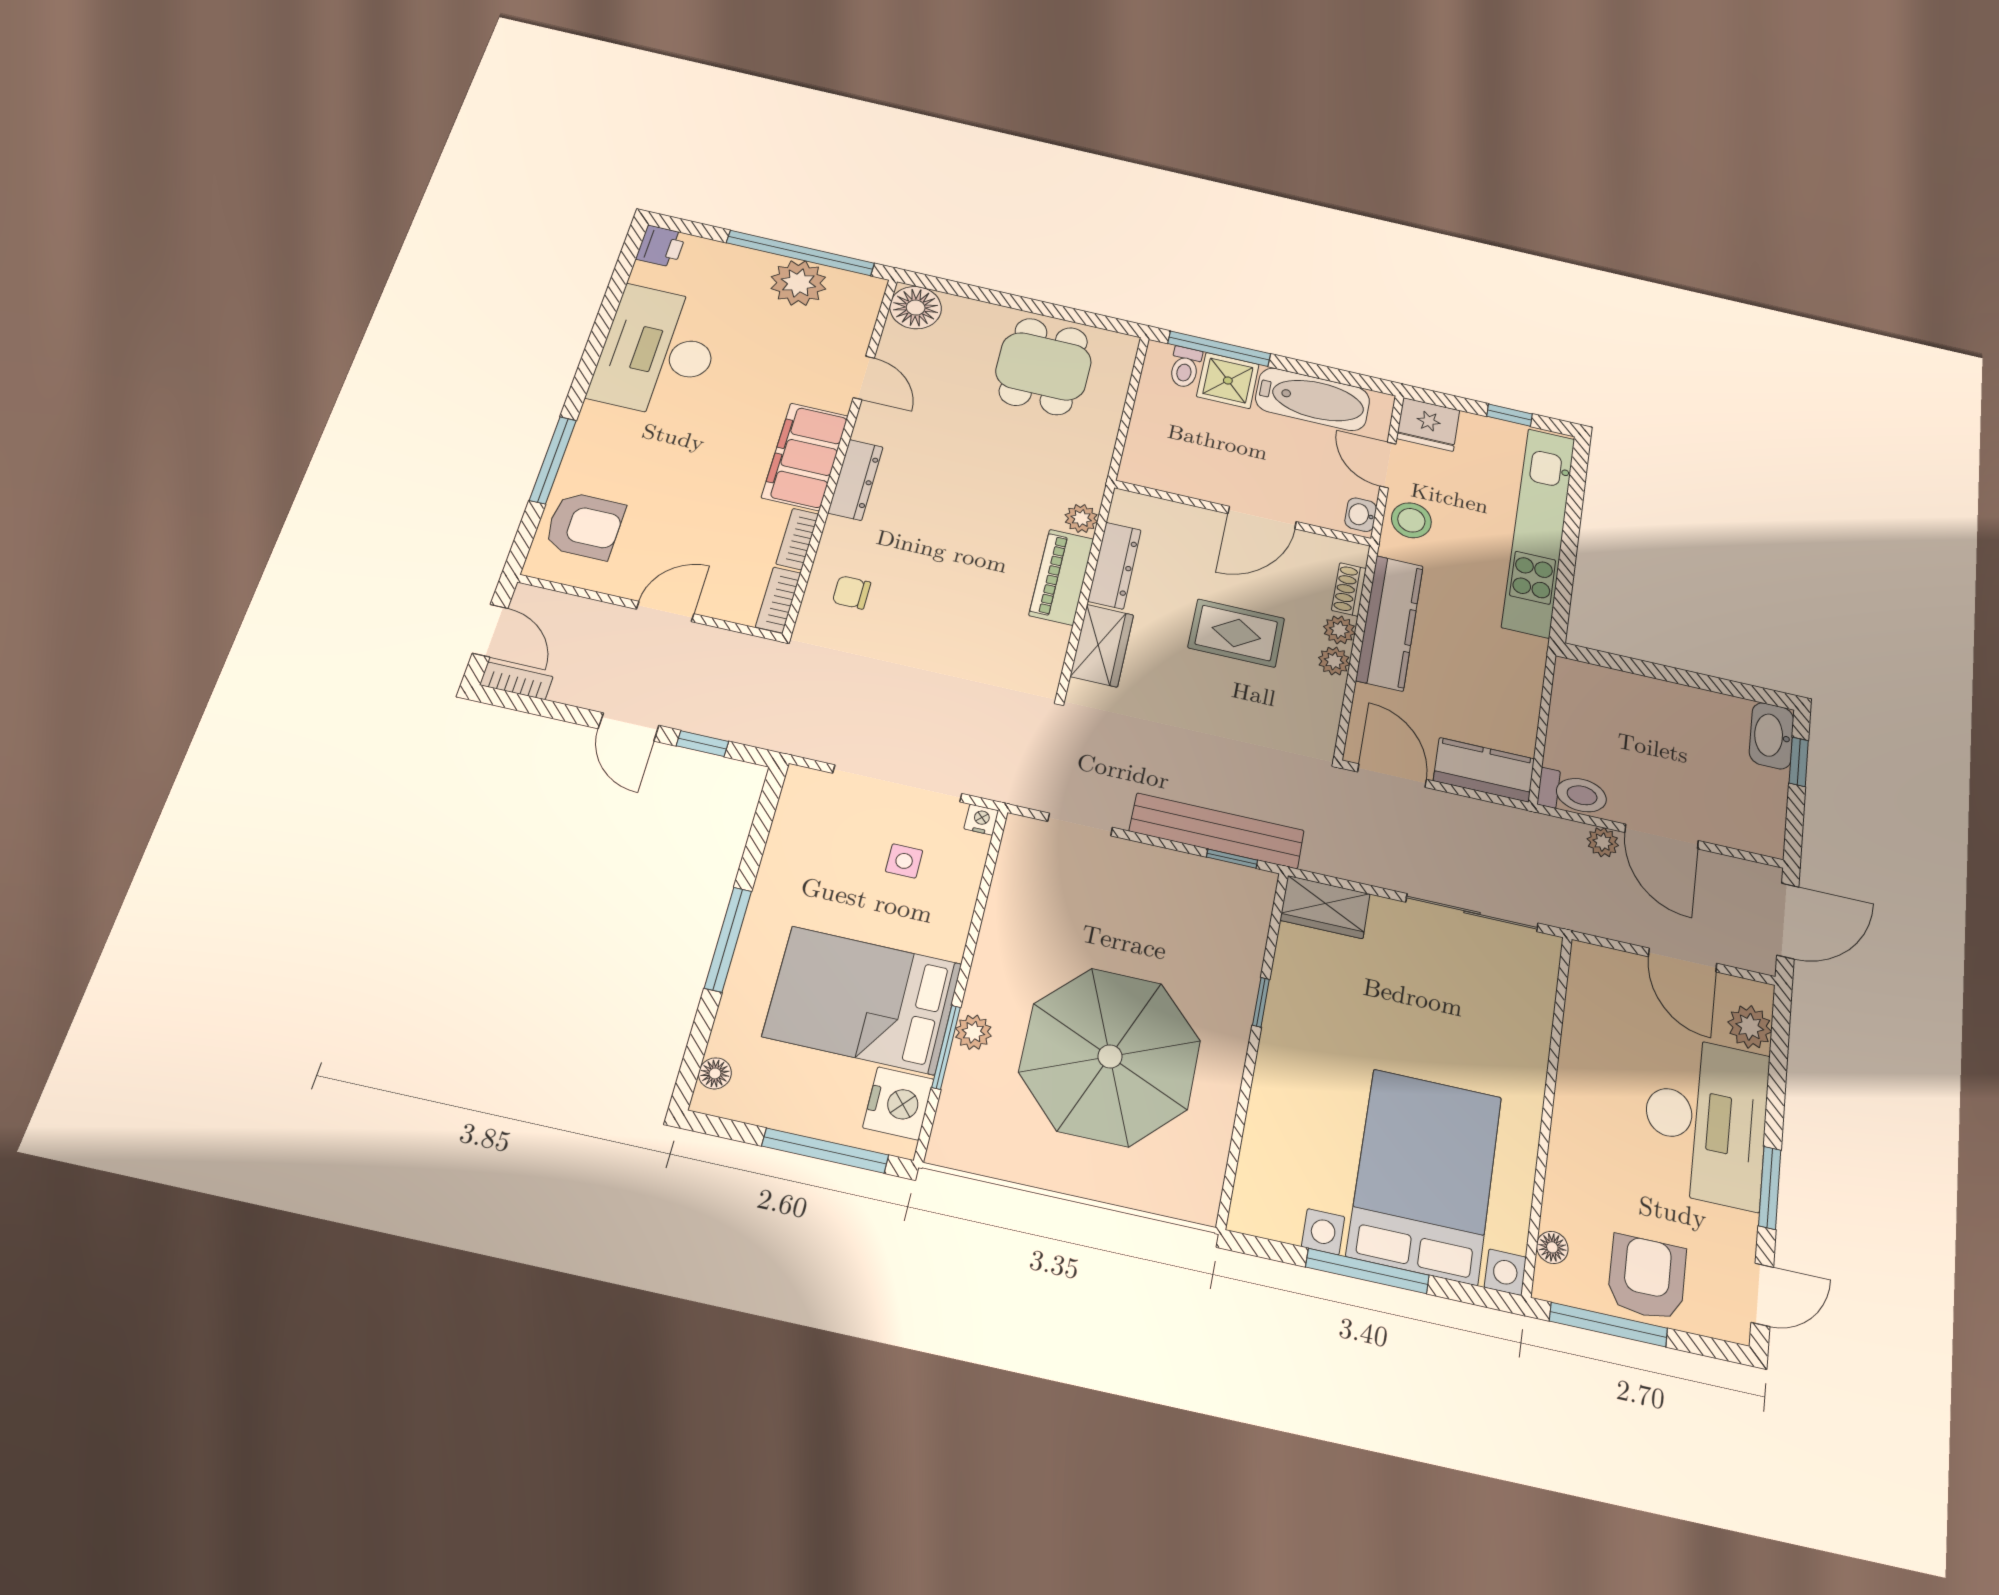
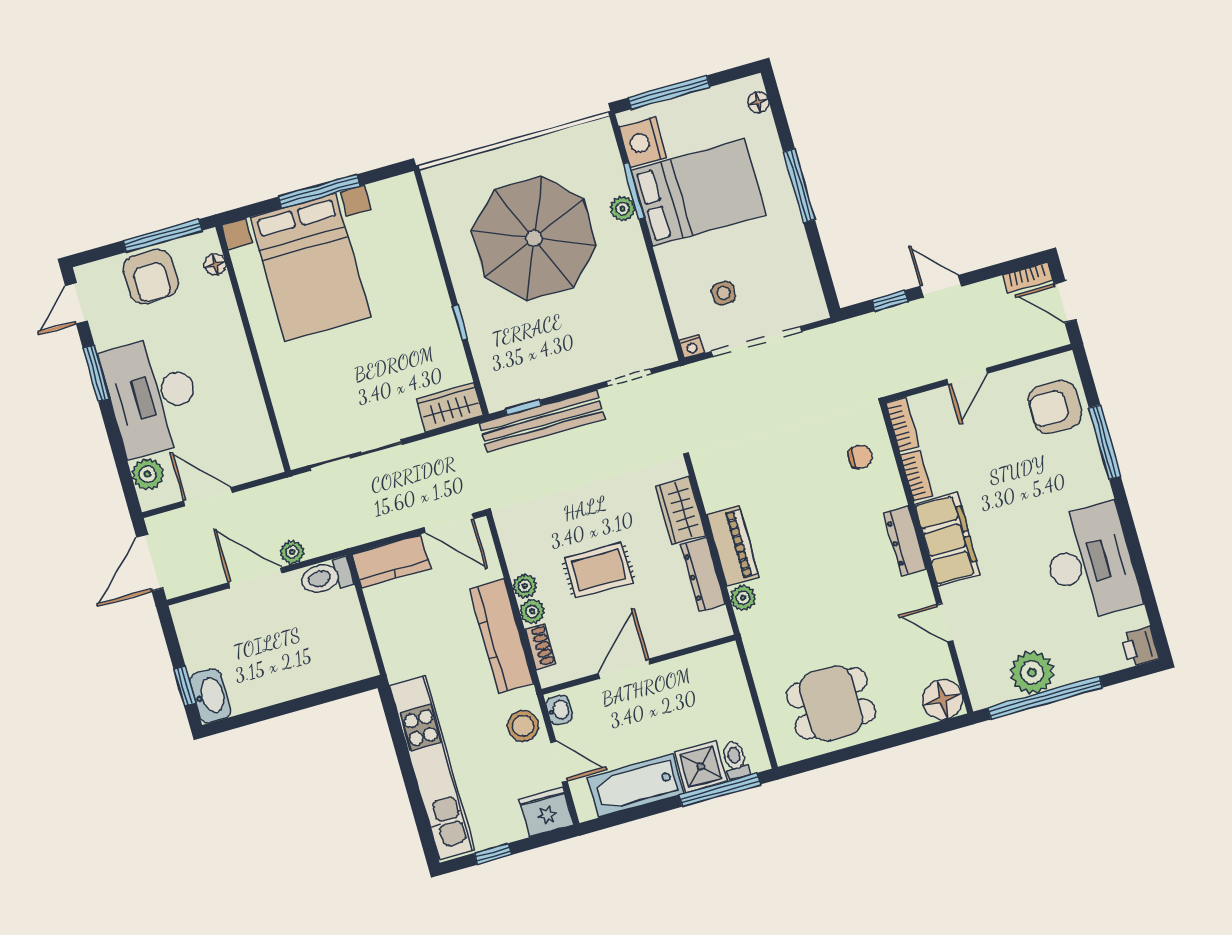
dining table: (1043, 366) -> (831, 703), turned 90

